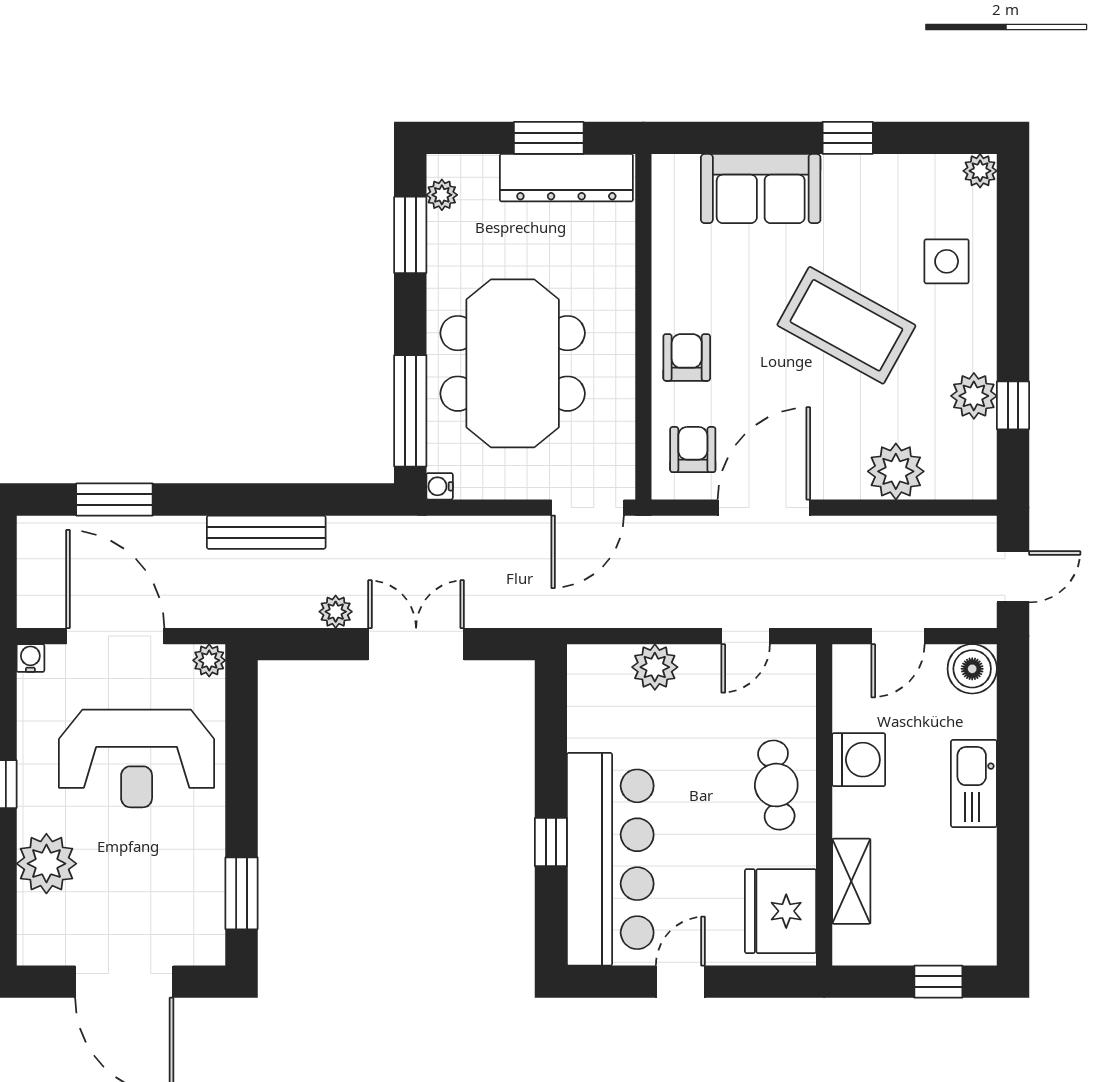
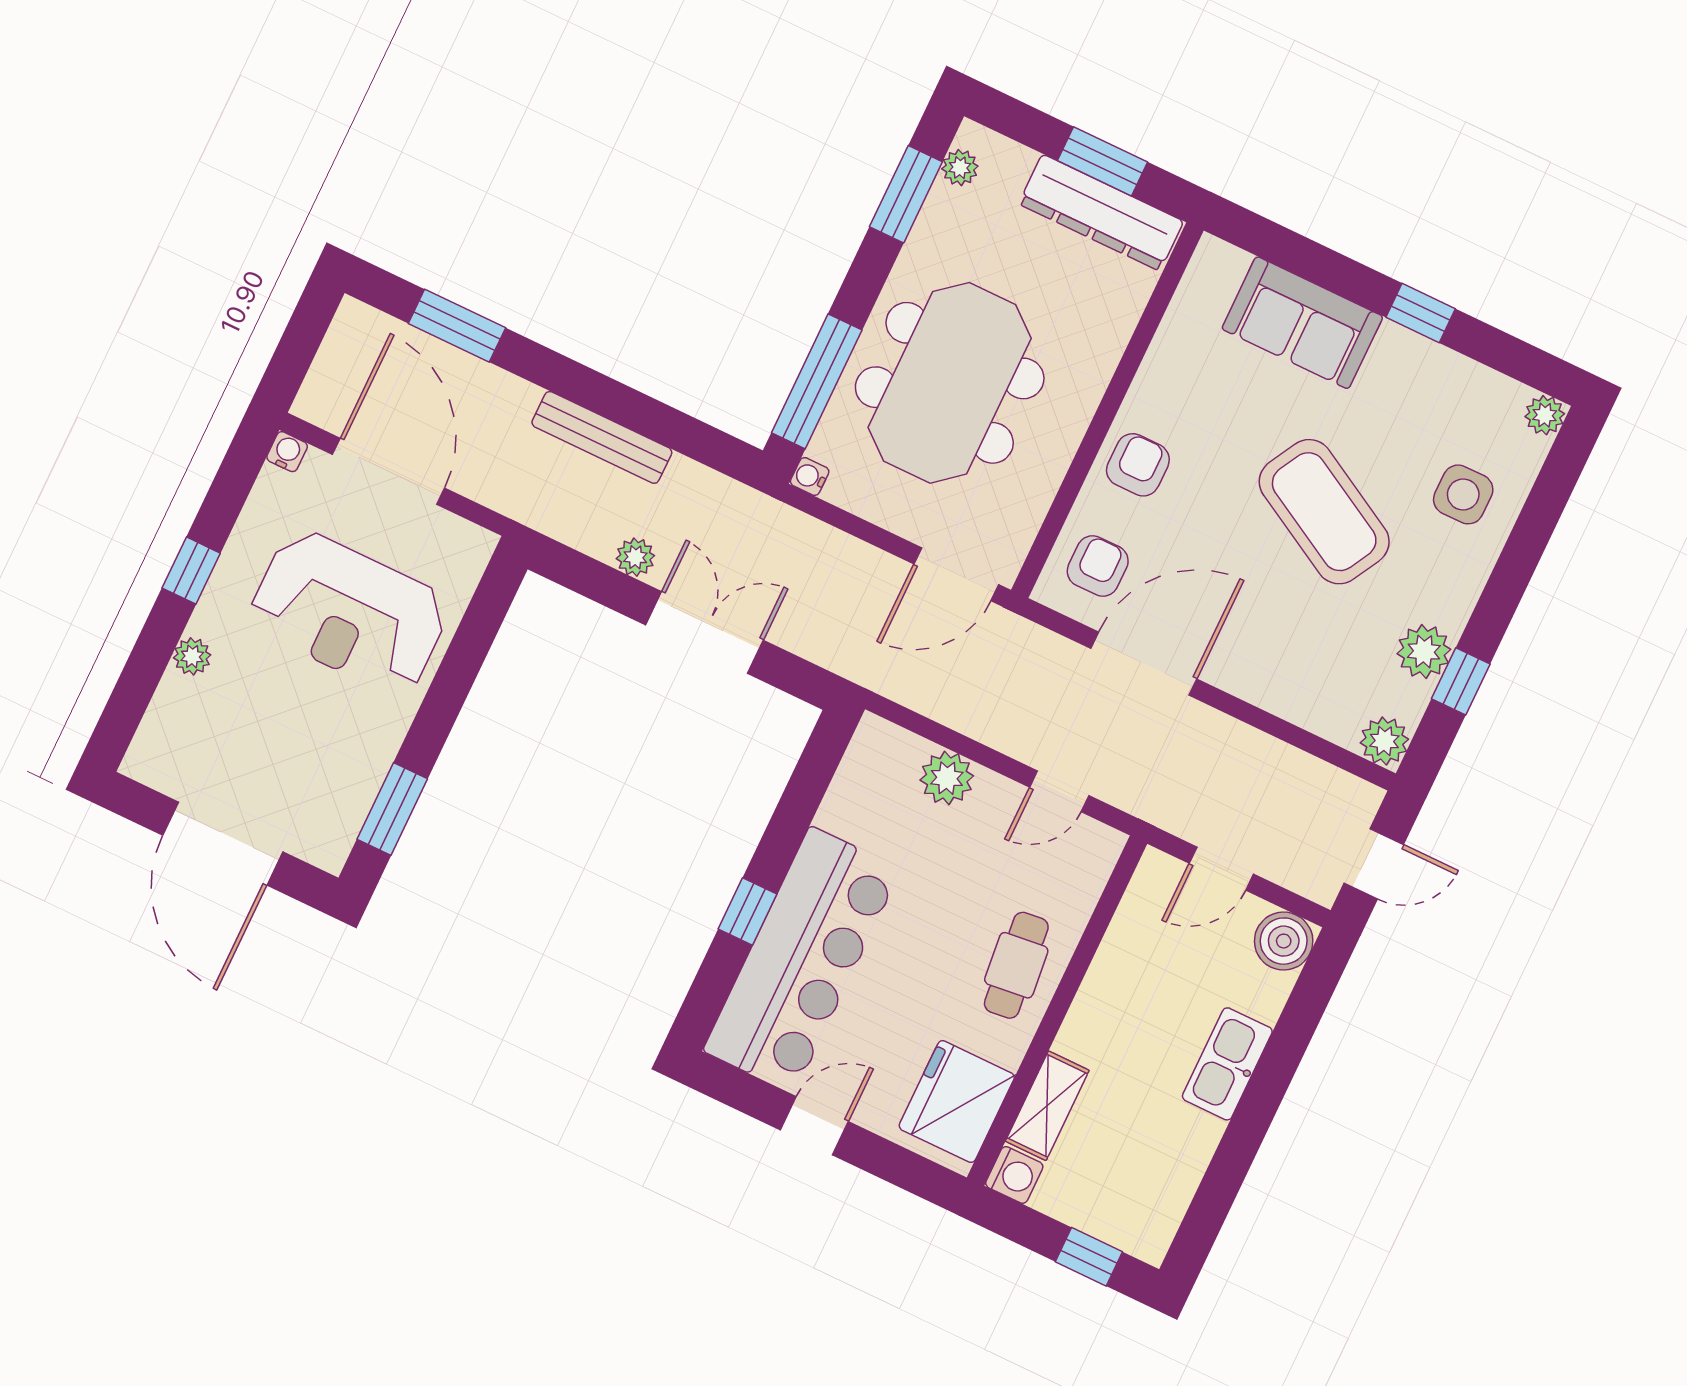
plant: (896, 471) -> (1384, 741), moved, width x0.73, depth x0.73
plant: (209, 660) -> (476, 545), removed
washing machine: (859, 760) -> (1014, 1175), moved, width x0.73, depth x0.73
plant: (46, 864) -> (192, 656), width x0.53, depth x0.53

